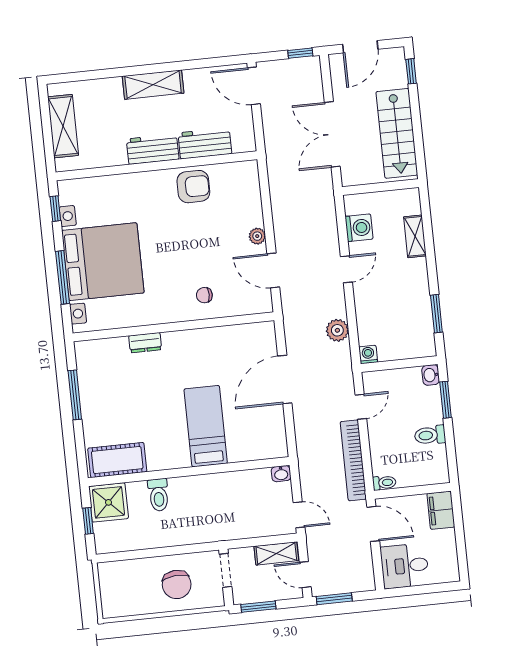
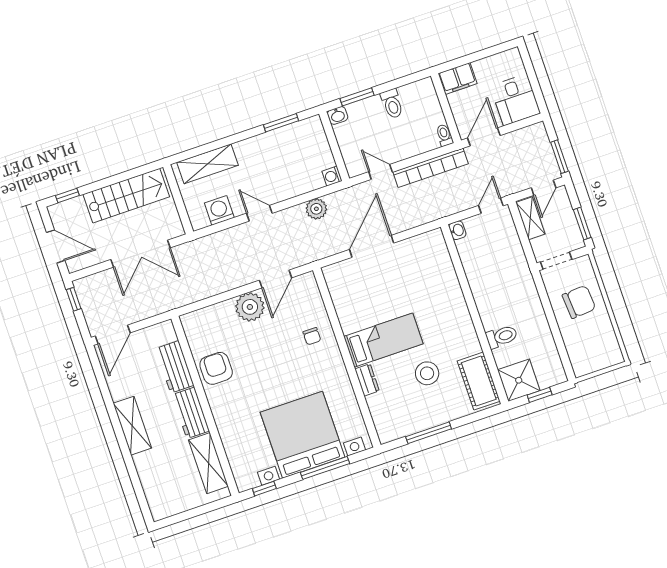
shelving: (63, 126) -> (208, 463), moved, turned 90
plant: (257, 236) -> (250, 307), width x1.88, depth x1.88
shelving: (415, 236) -> (207, 164), width x1.50, depth x1.33
door: (285, 380) -> (372, 246), swing flipped
stool: (138, 408) -> (427, 373), added
bed: (206, 426) -> (383, 340), moved, turned 180

